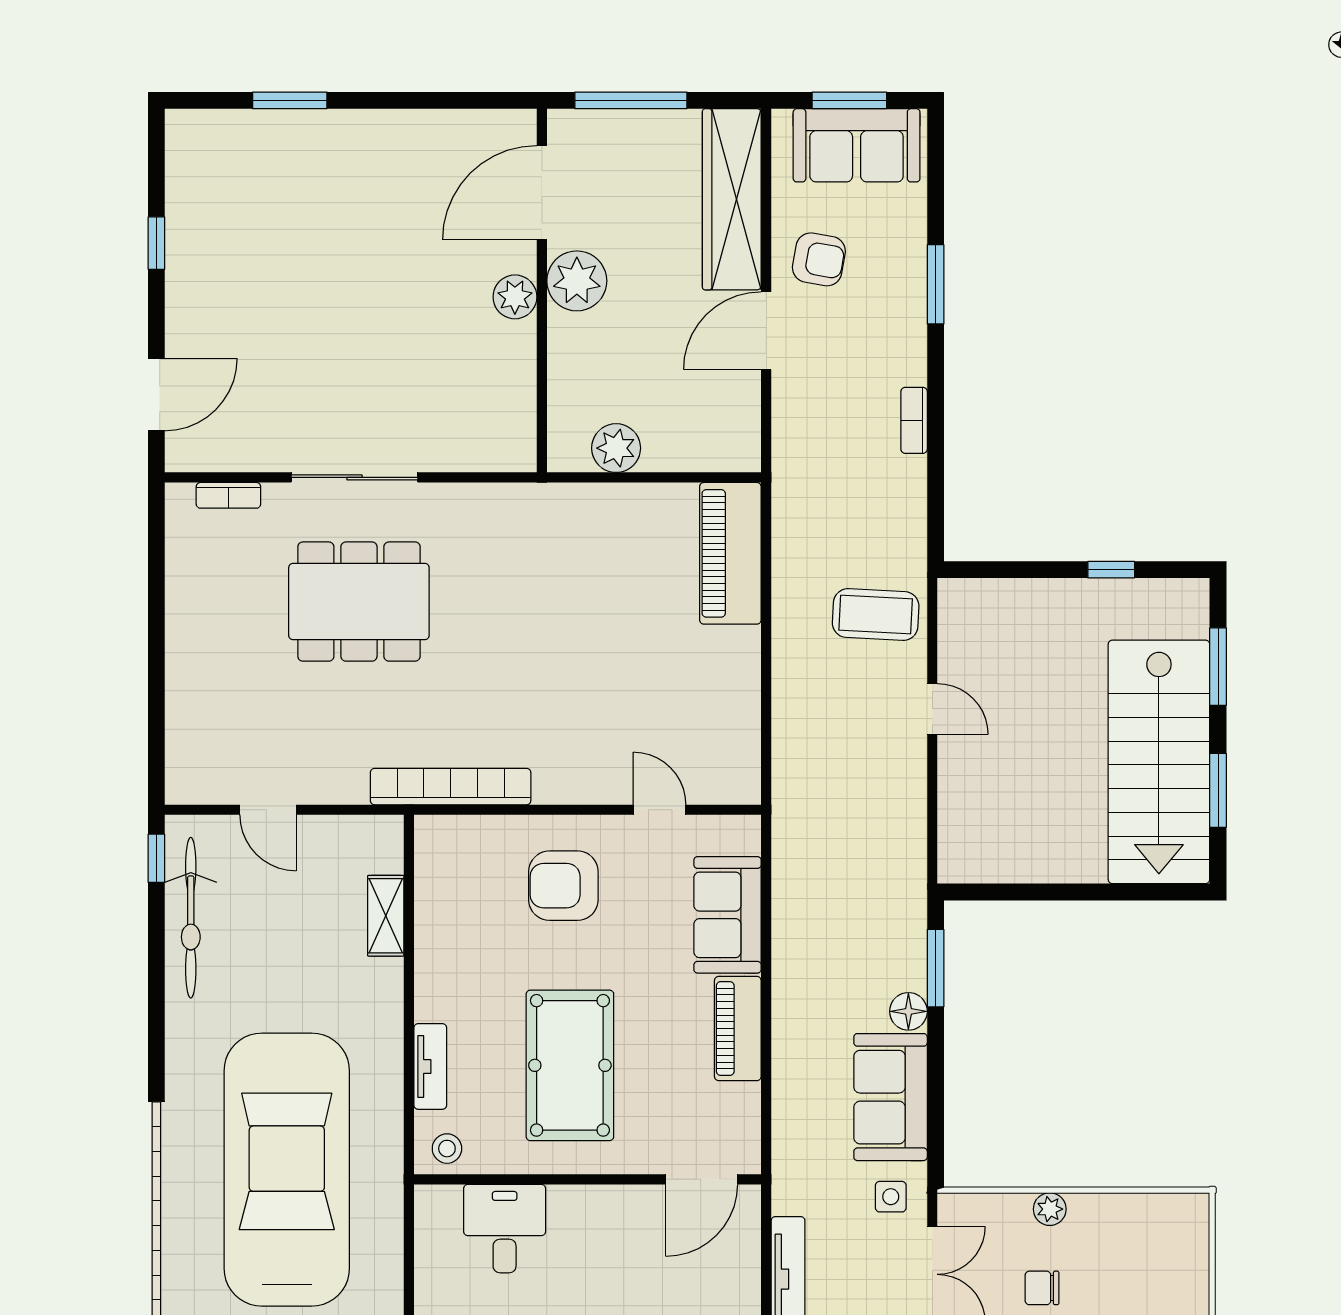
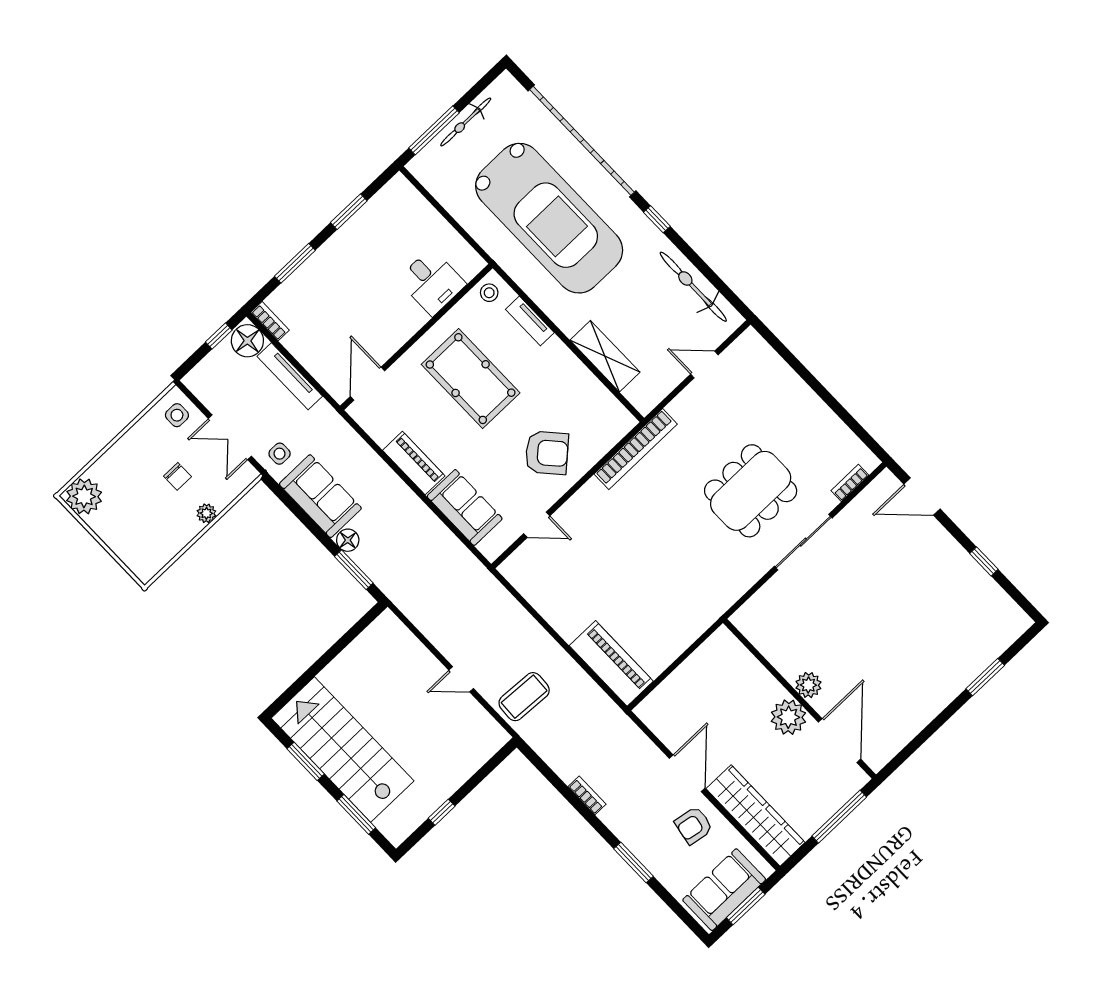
door: (156, 395) -> (922, 497), hinge flipped
plant: (616, 448) -> (703, 662), removed
window: (156, 858) -> (657, 219), moved
armchair: (563, 886) -> (547, 453), turned 48
shelving: (386, 916) -> (605, 356), width x1.50, depth x1.33
chair: (1042, 1288) -> (177, 476), turned 90

